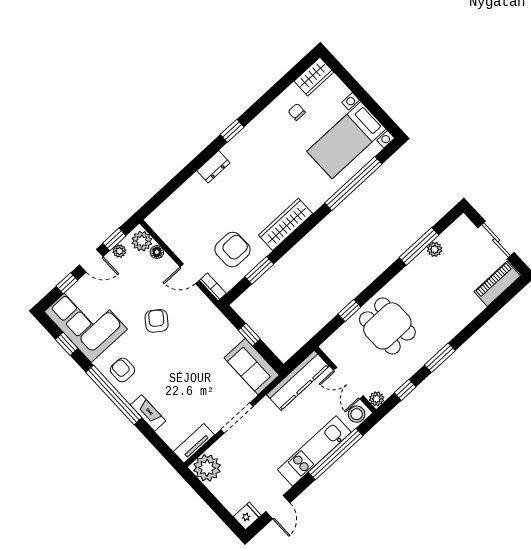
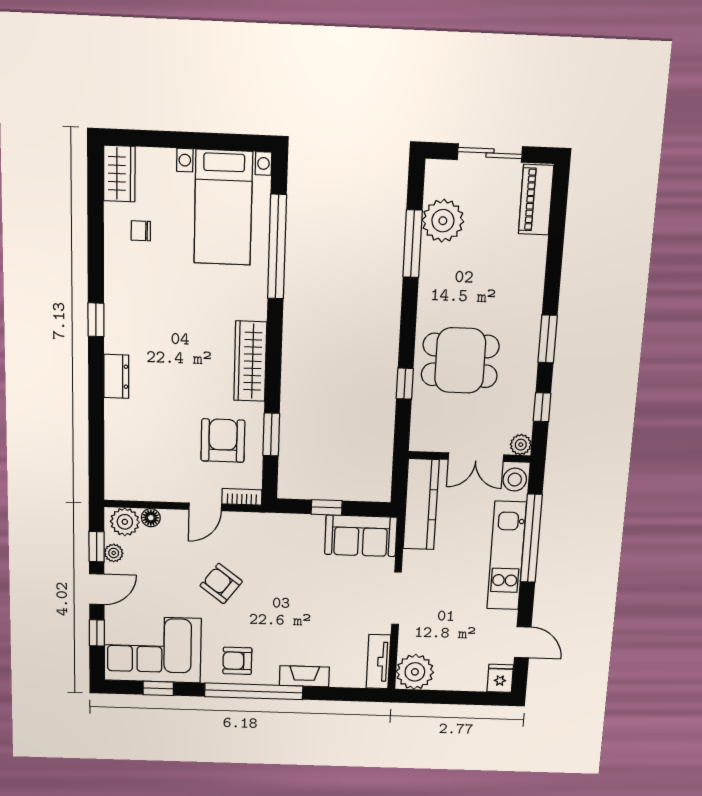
plant: (435, 249) -> (443, 221), width x1.87, depth x1.87

